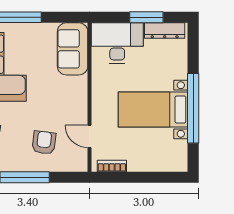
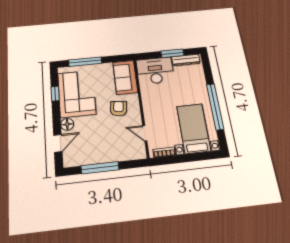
bed with nightstands: (153, 109) -> (194, 128), moved, turned 90
armchair: (44, 143) -> (118, 109), moved

